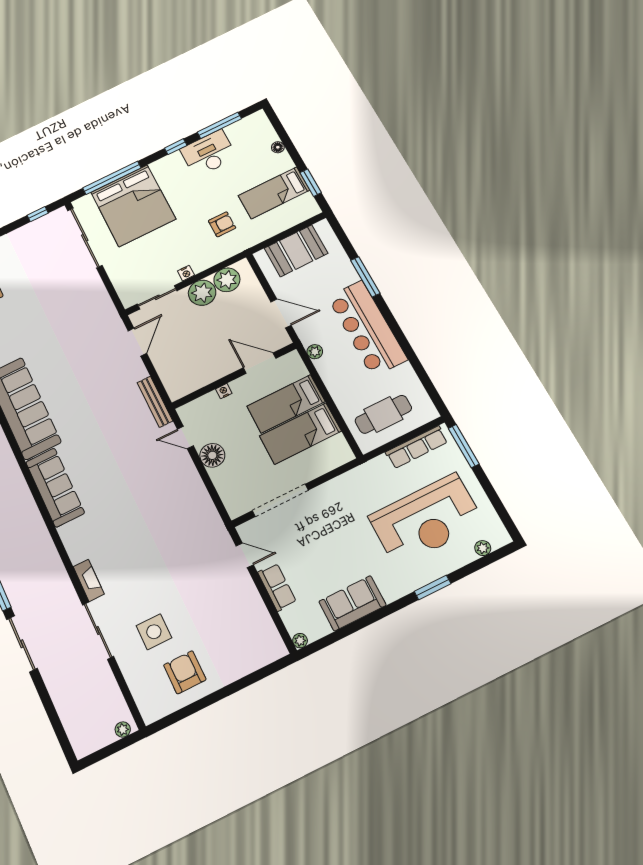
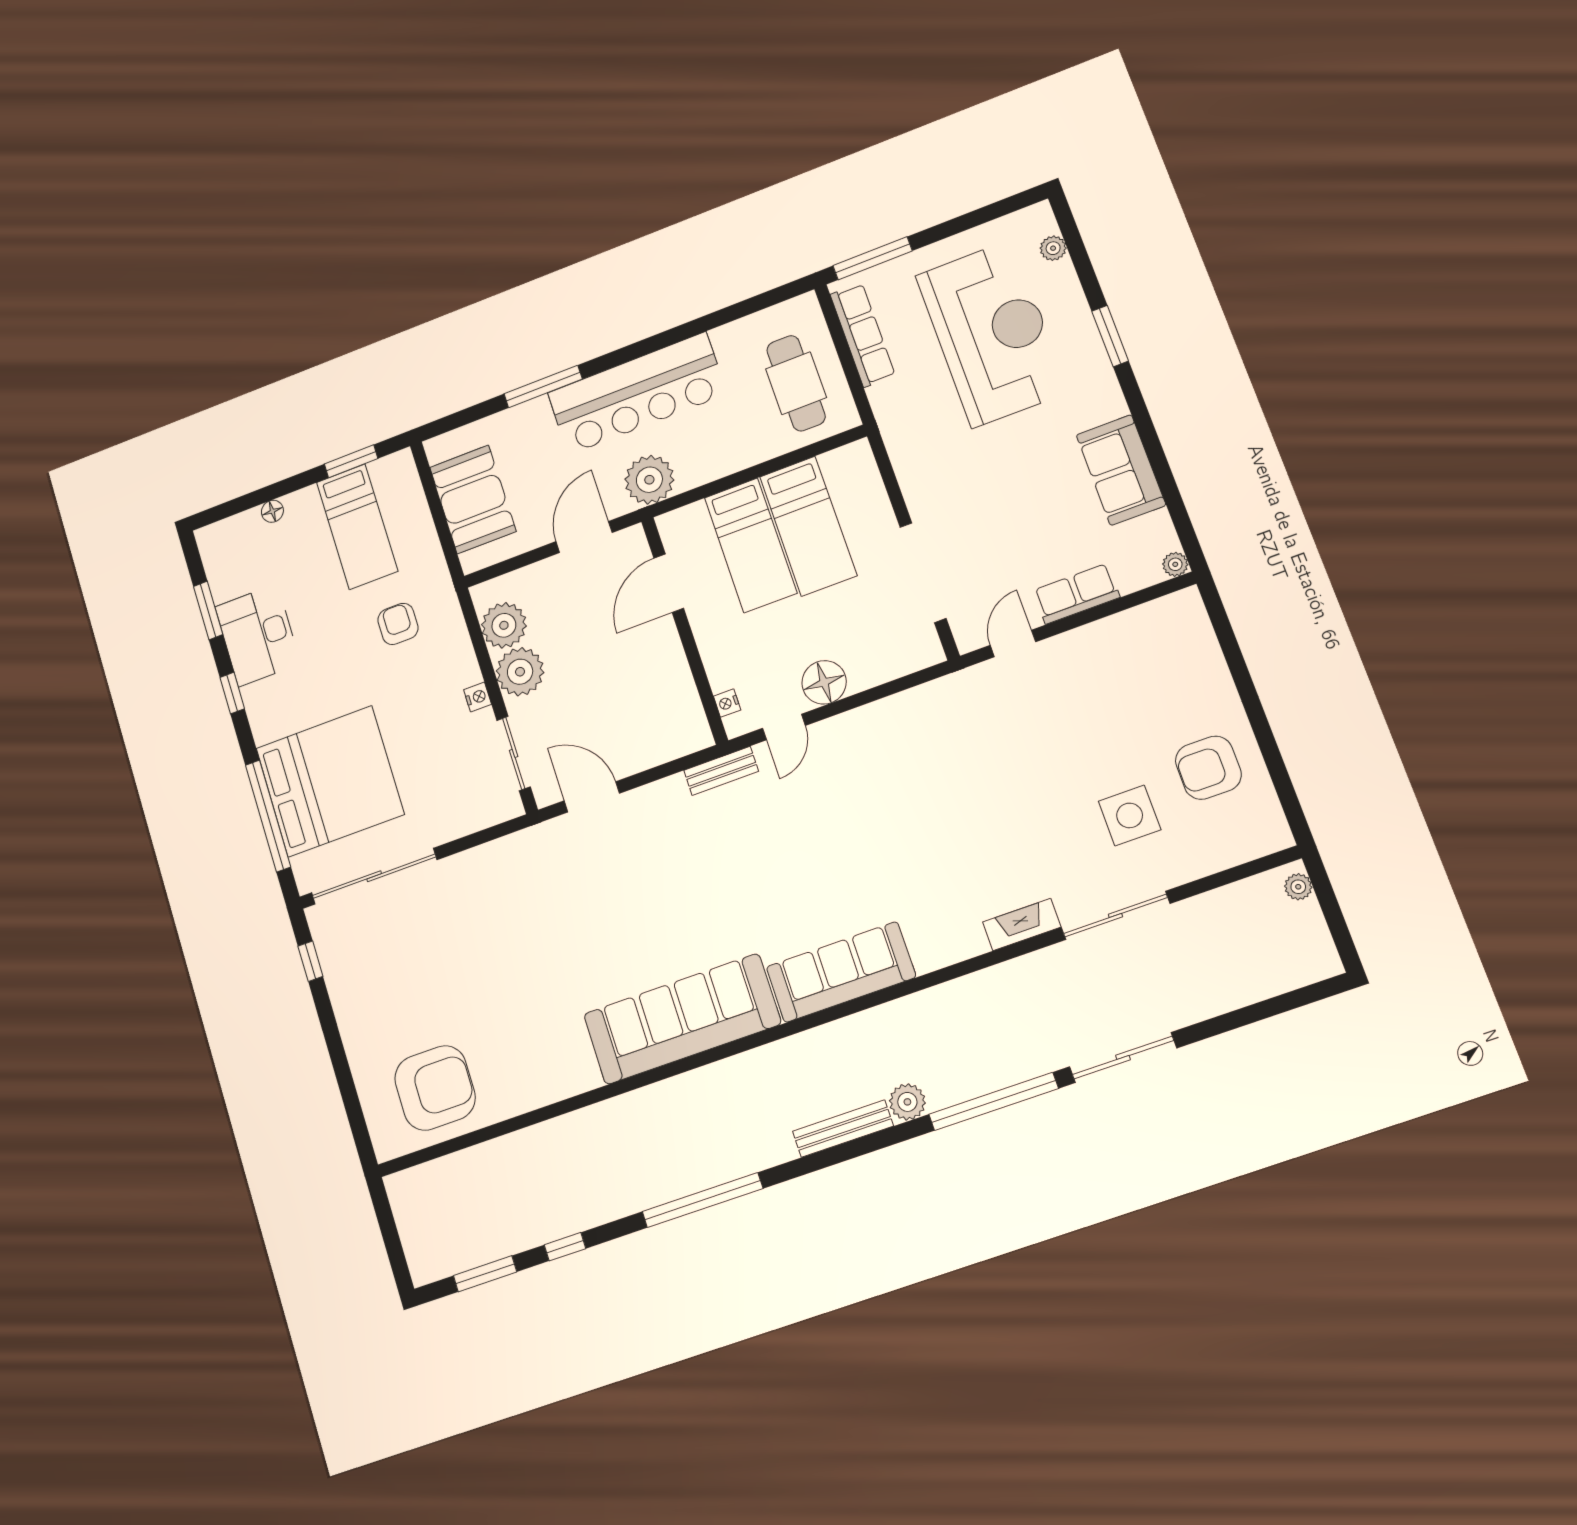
window: (219, 125) -> (208, 610), width x0.69
plant: (315, 352) -> (649, 480), width x1.88, depth x1.88
nightstand: (224, 391) -> (727, 703), moved
bench: (155, 402) -> (721, 771), width x0.73

